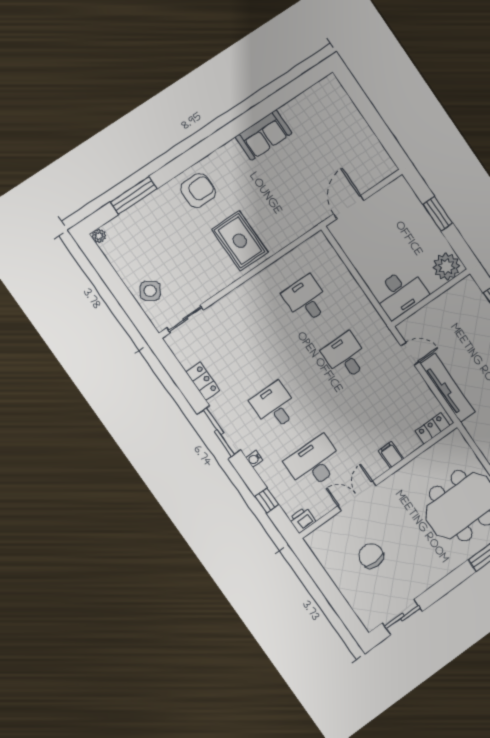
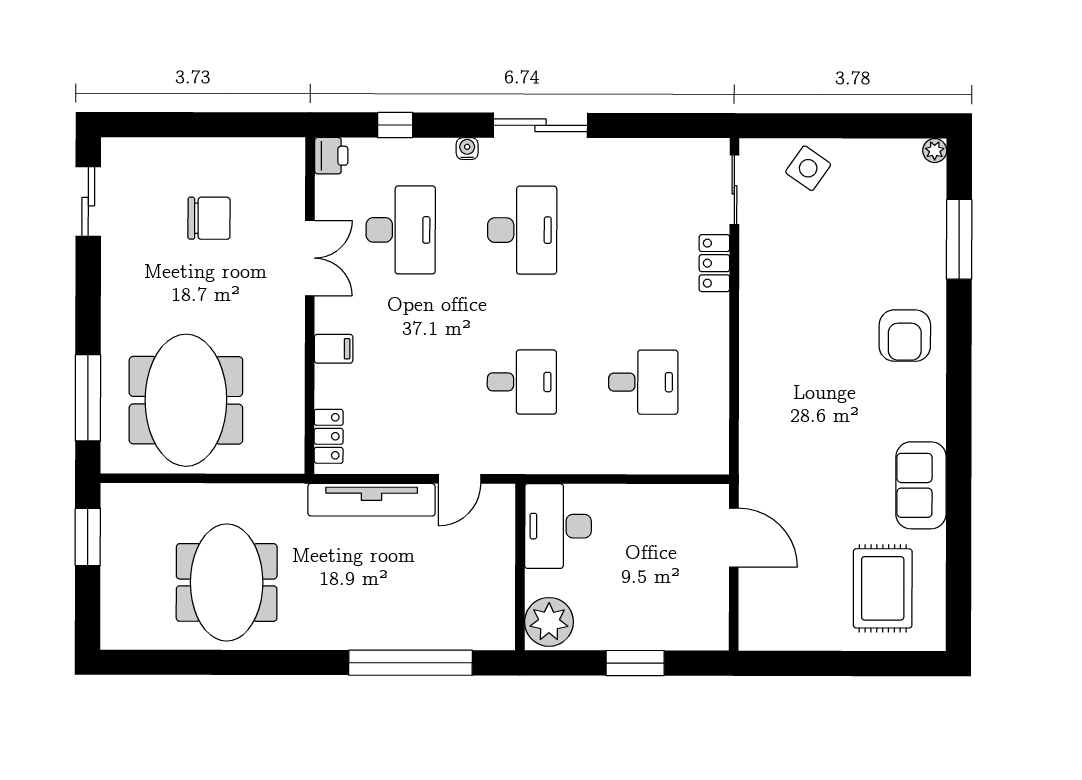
rug: (240, 241) -> (883, 588), moved, turned 90
locker: (203, 381) -> (714, 263), moved, turned 90
desk: (275, 406) -> (522, 230), width x1.37

